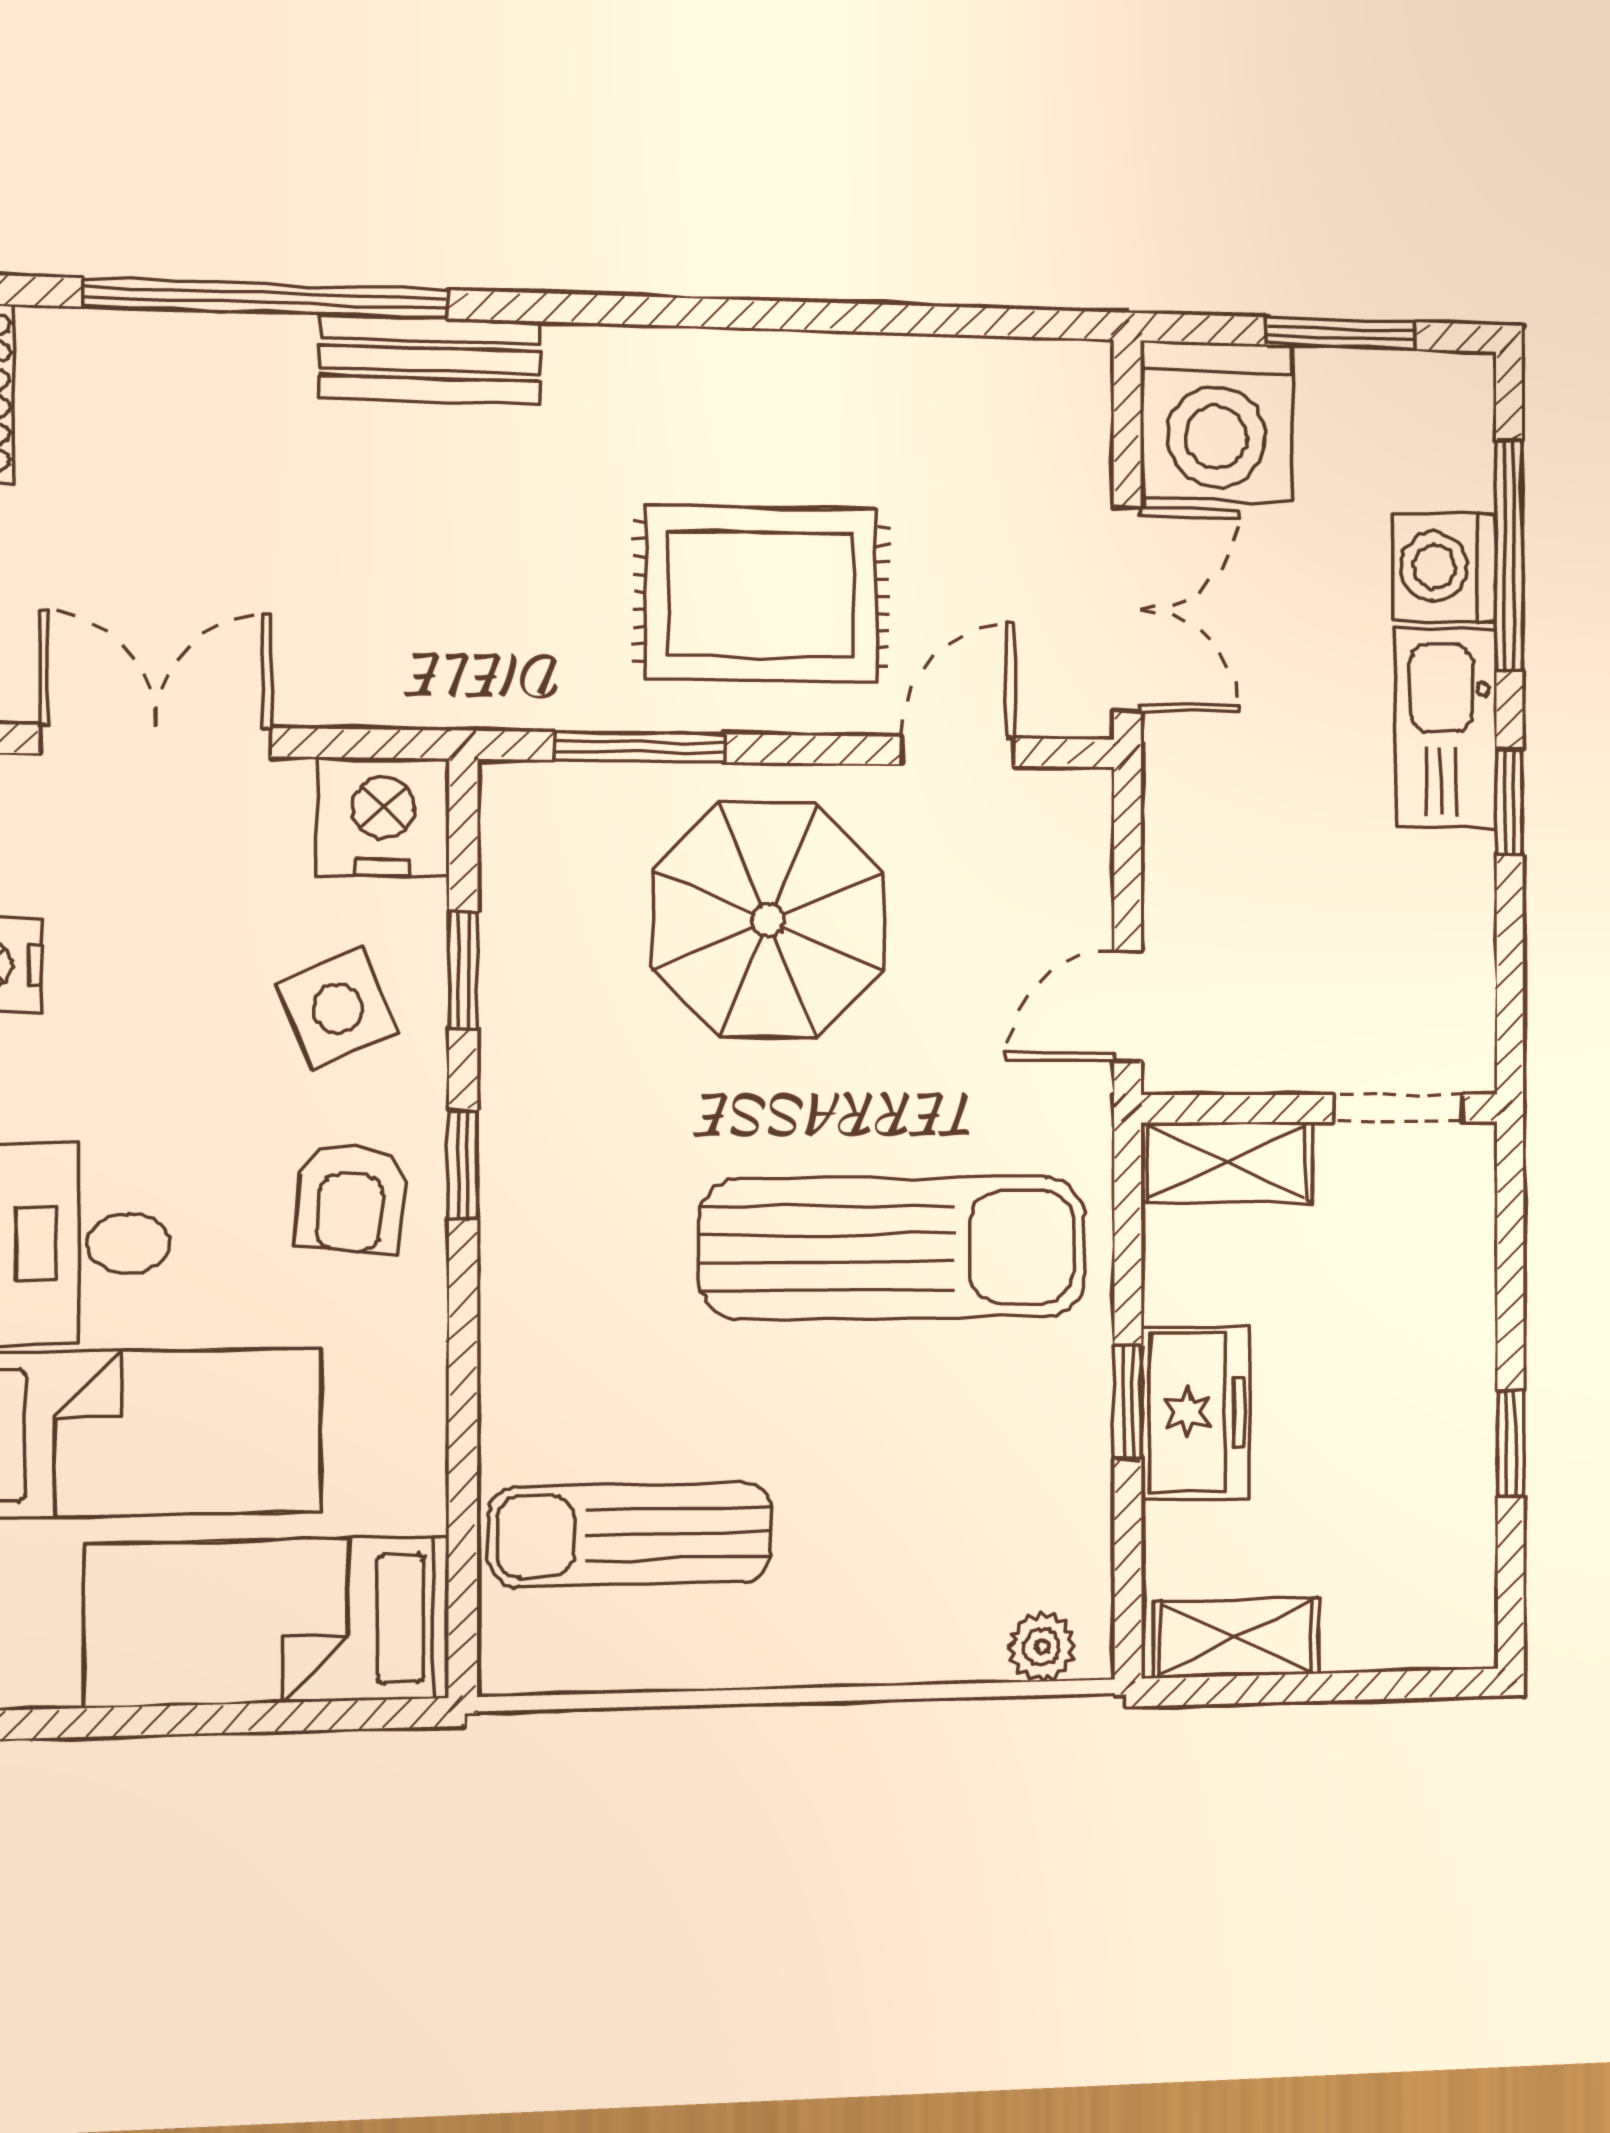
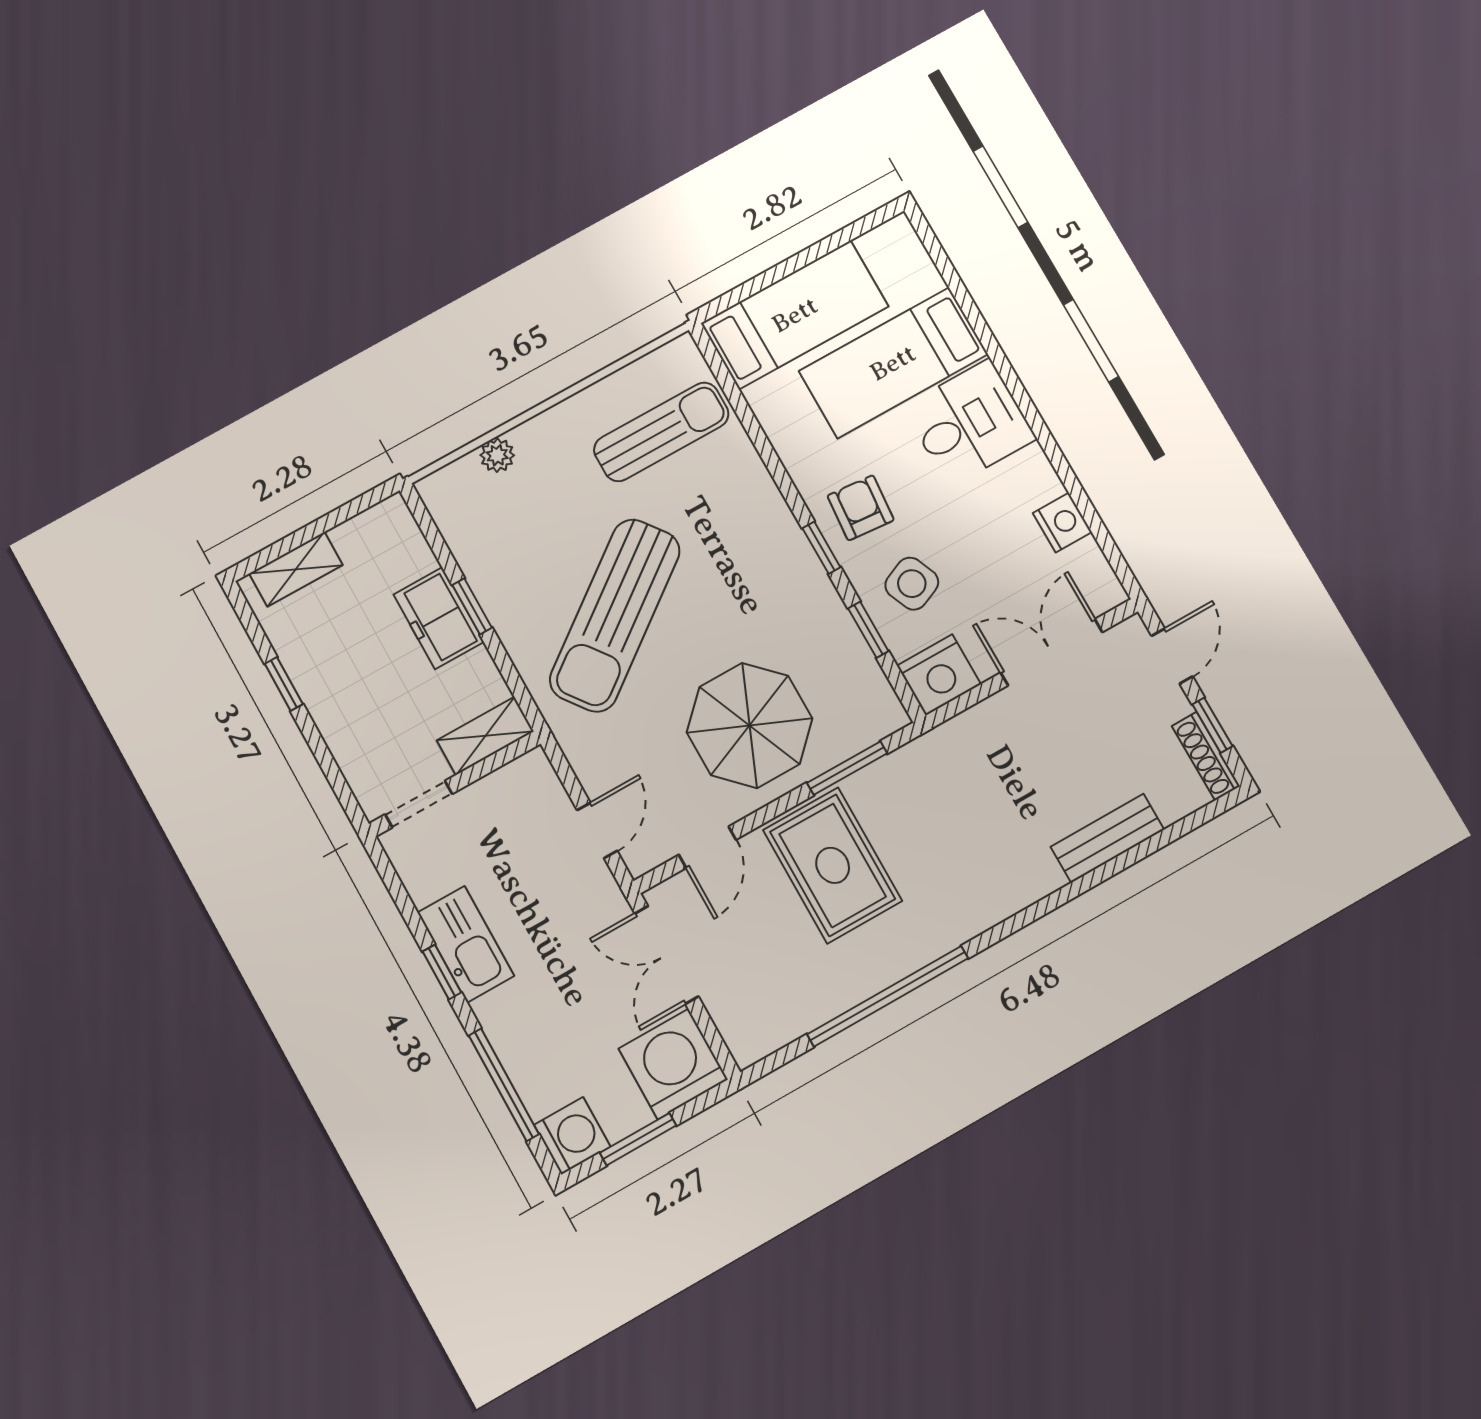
window: (267, 298) -> (888, 996), moved
bench: (430, 360) -> (1107, 838), moved
washing machine: (1444, 567) -> (572, 1136), moved
rug: (761, 594) -> (833, 865), turned 90
kitchen sink: (1446, 728) -> (466, 944), moved
double door: (155, 741) -> (1052, 652), swing flipped
door: (1128, 1006) -> (597, 830), moved
sun lounger: (893, 1248) -> (615, 615), turned -37
shelving: (1236, 1638) -> (296, 569), moved
plant: (1042, 1647) -> (497, 455), moved

